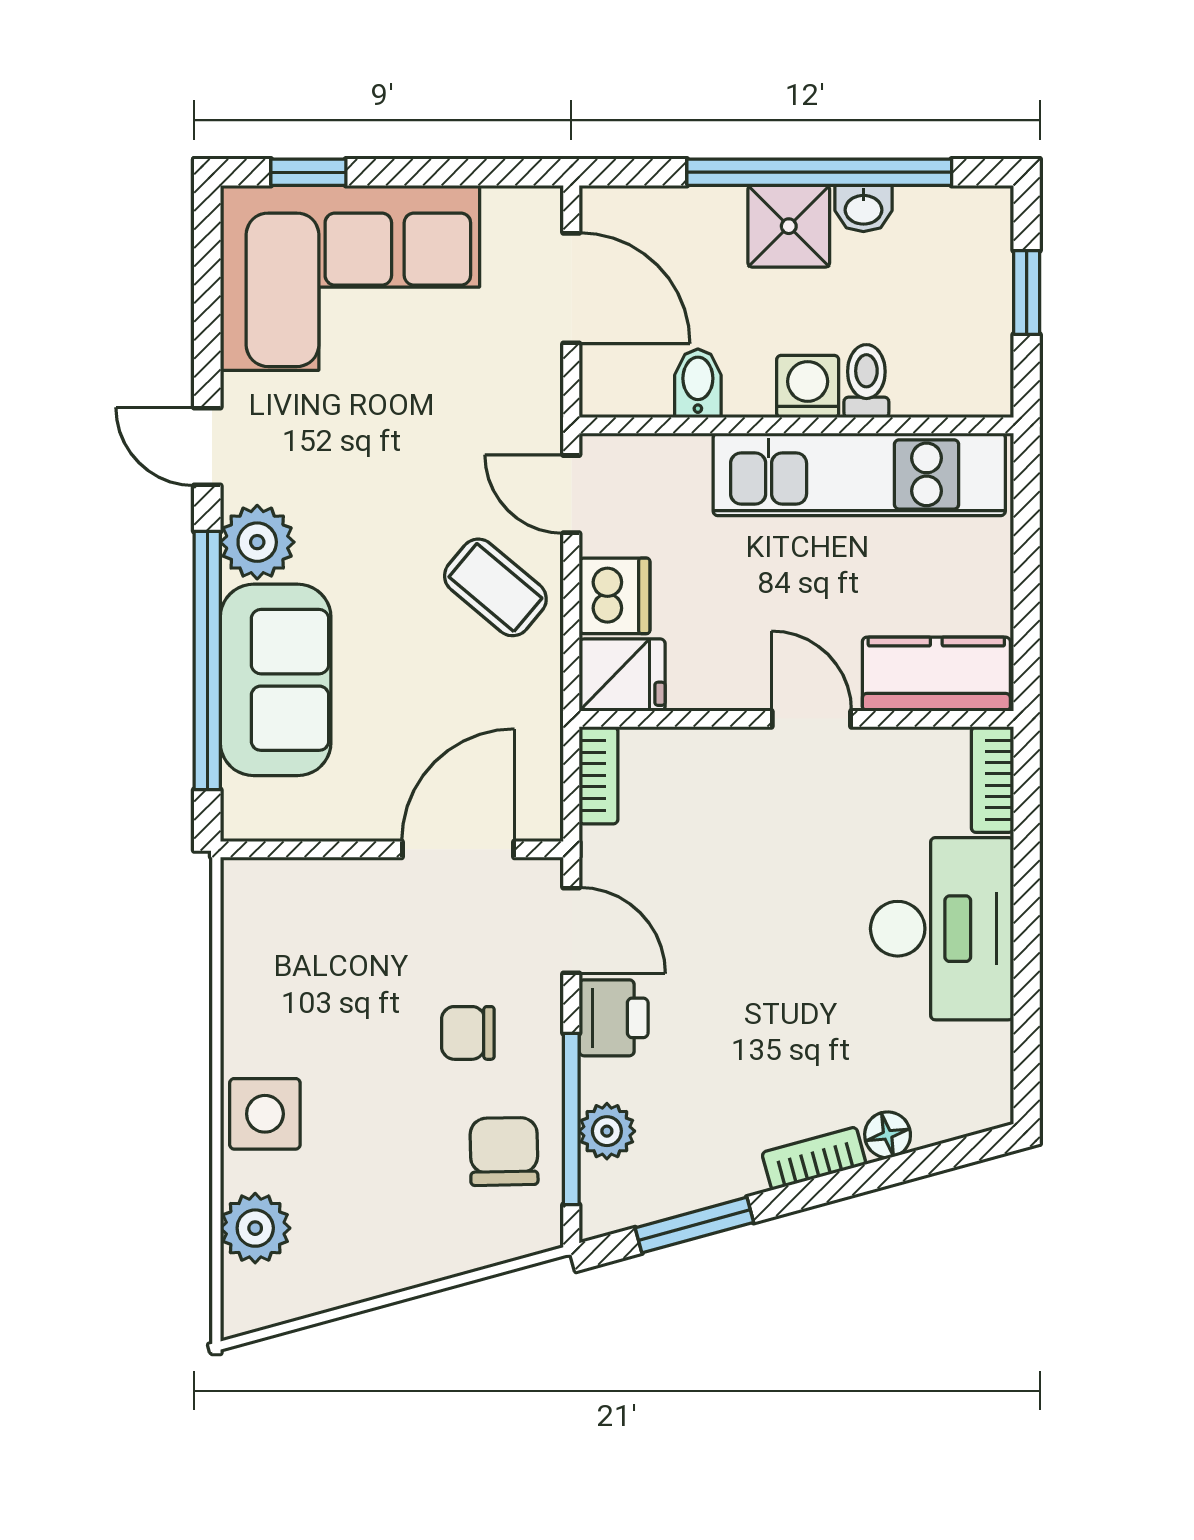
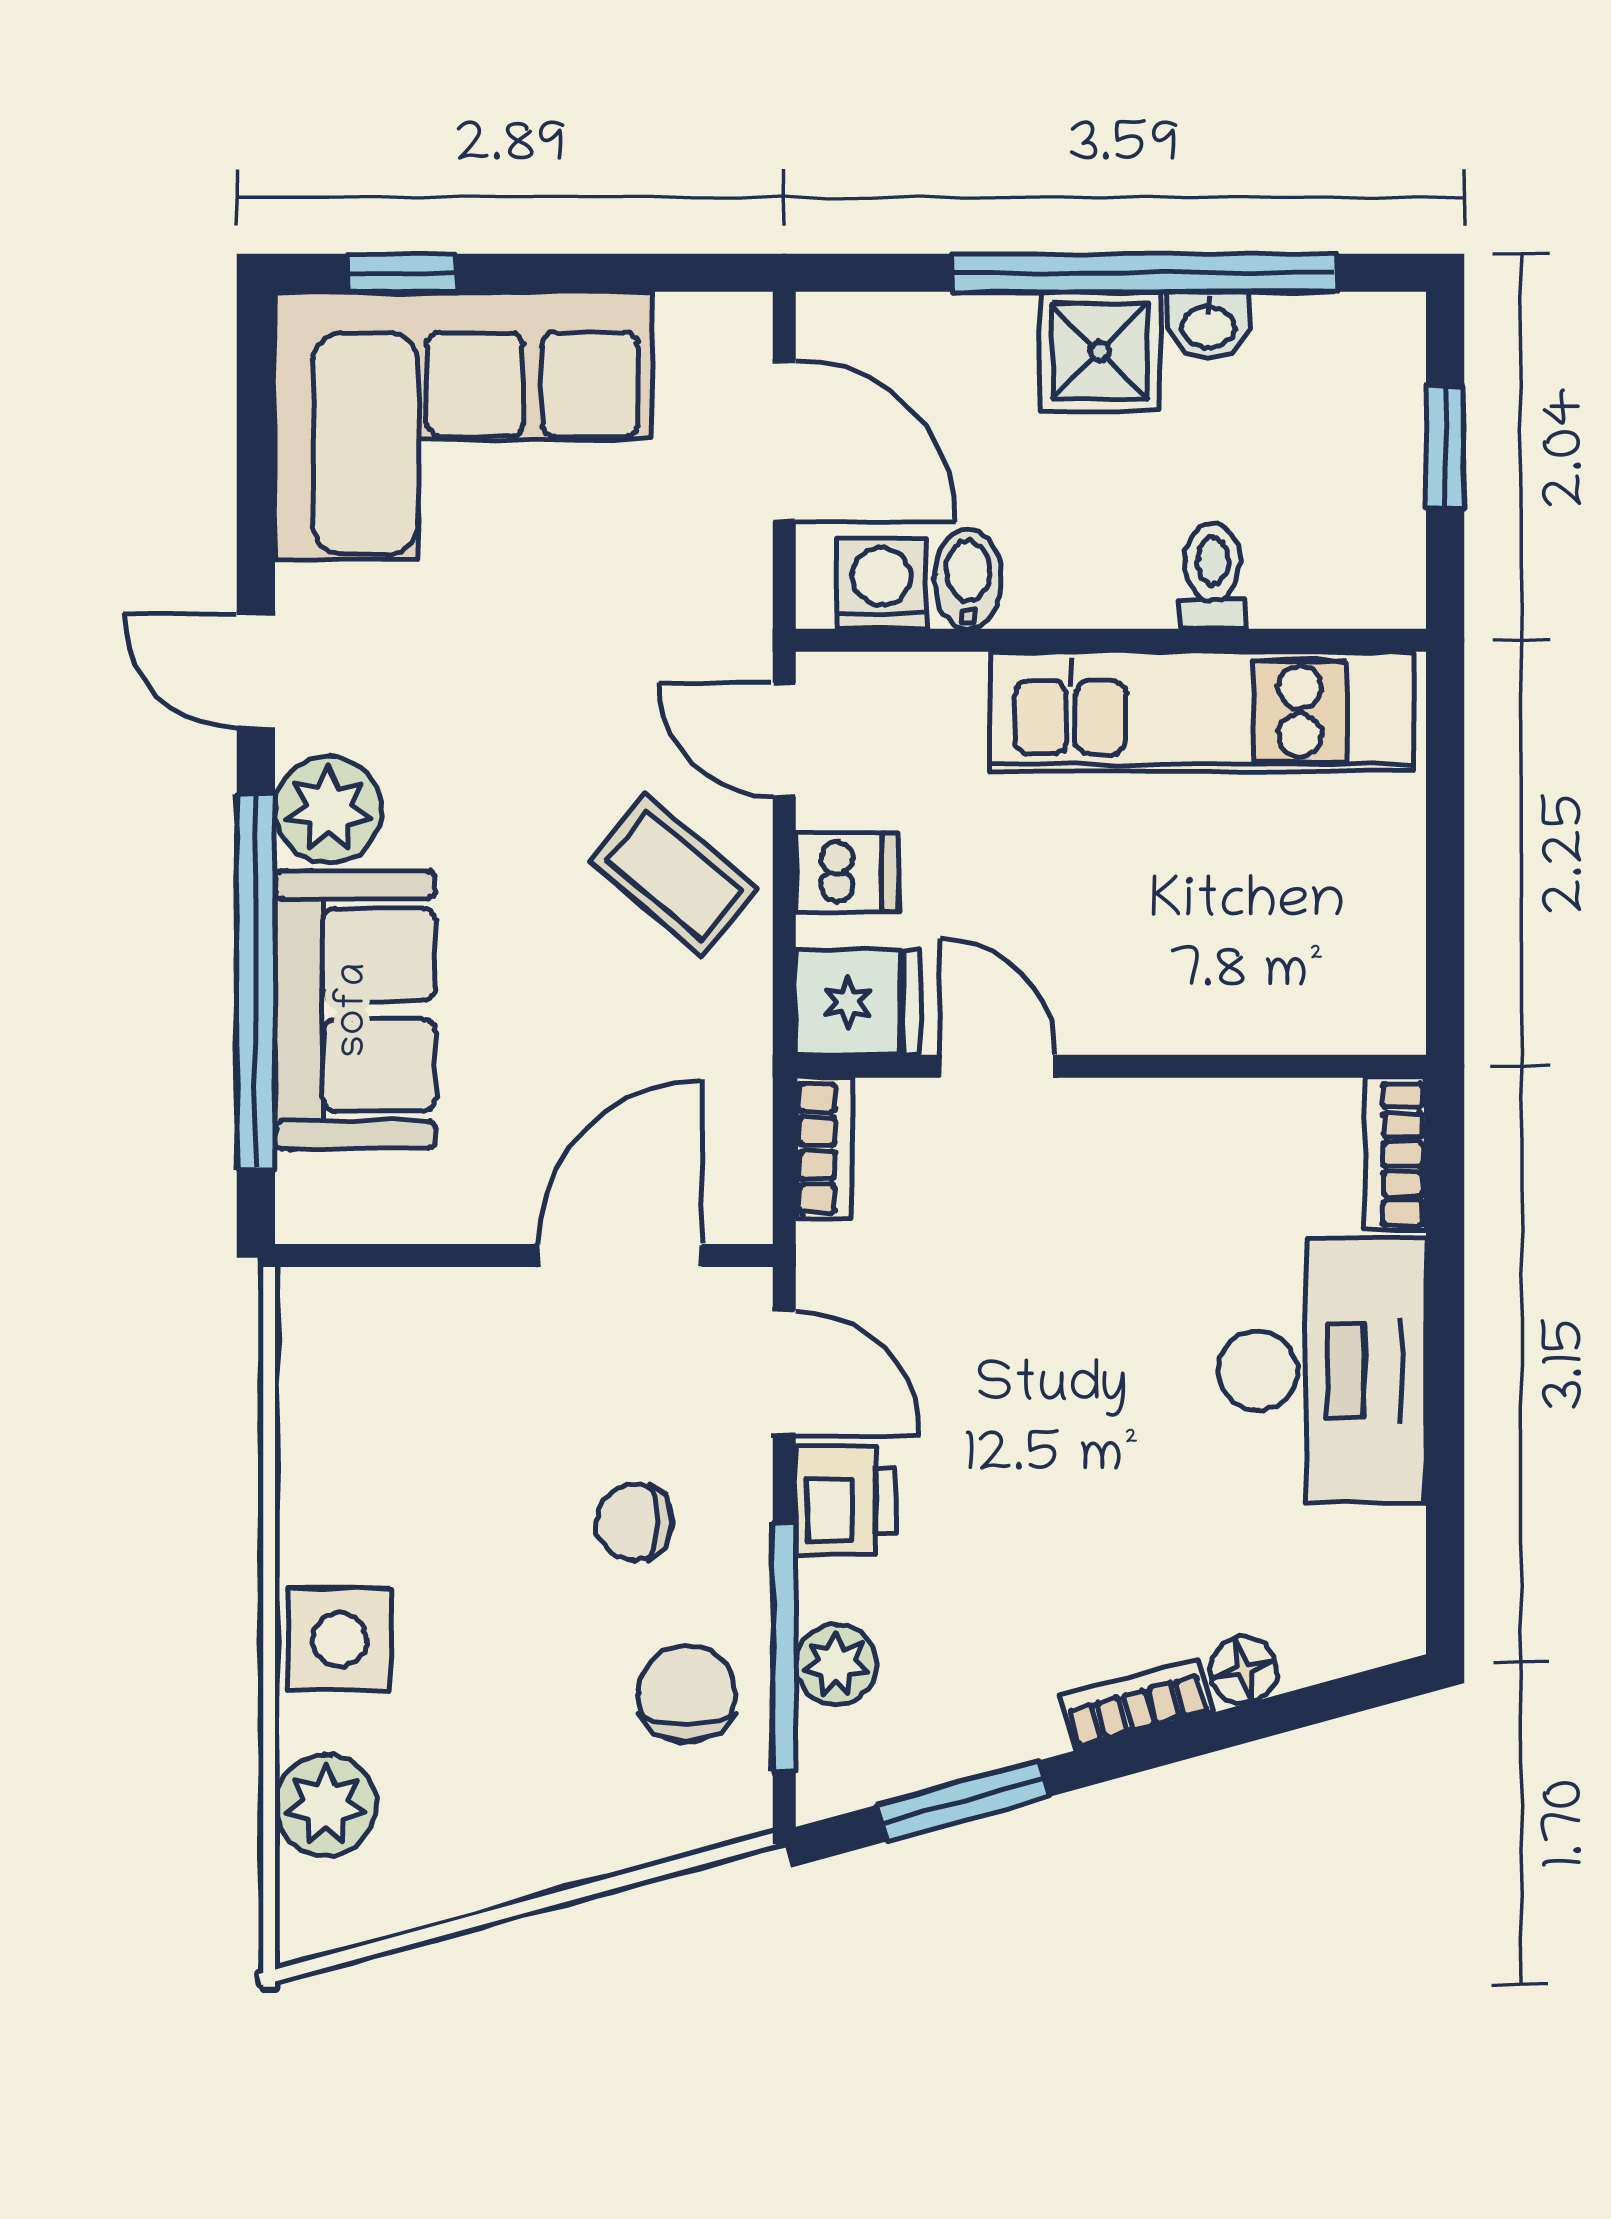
washing machine: (808, 386) -> (881, 584), moved
dishwasher: (614, 596) -> (847, 873), width x0.73
kitchen counter: (936, 674) -> (1314, 1001), removed
door: (811, 719) -> (998, 1066), moved

